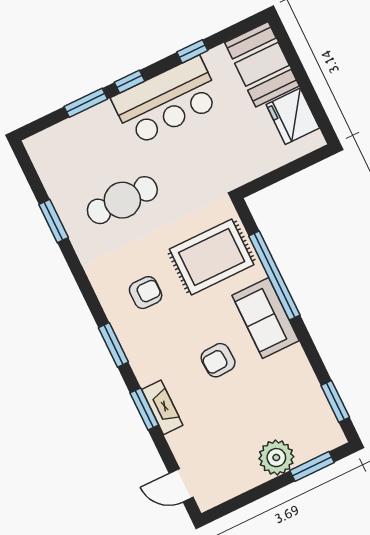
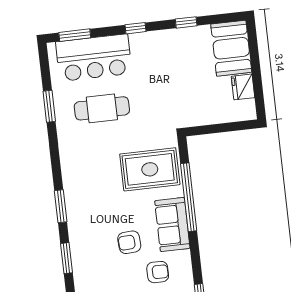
bar counter: (167, 101) -> (94, 58), moved
window: (86, 103) -> (75, 35), moved
fridge: (293, 116) -> (243, 87), width x0.73, depth x0.75
armchair: (146, 293) -> (158, 272), moved
fireplace: (162, 407) -> (79, 261), removed

